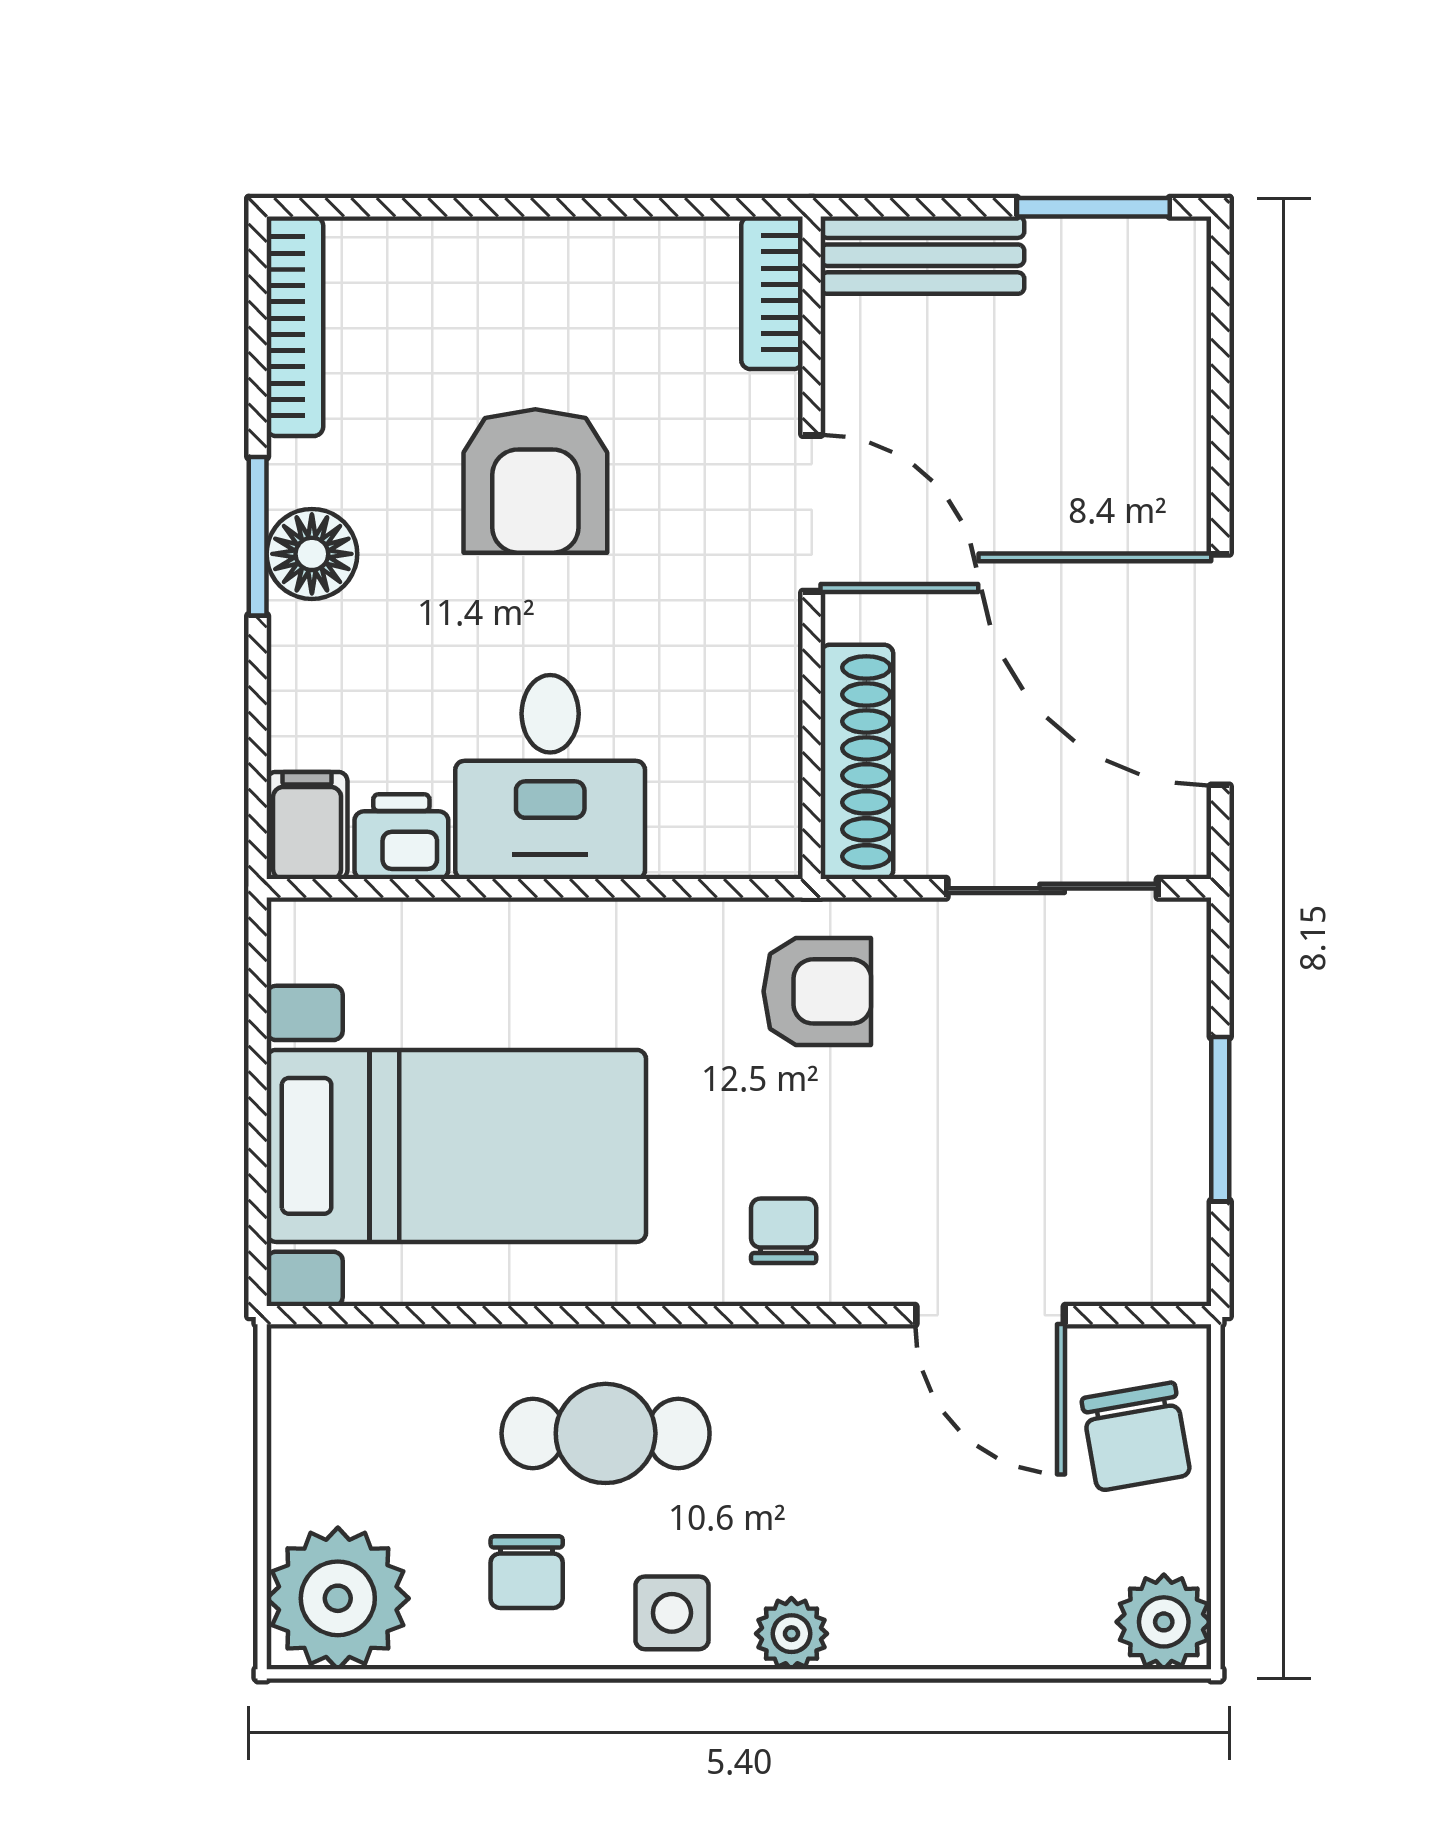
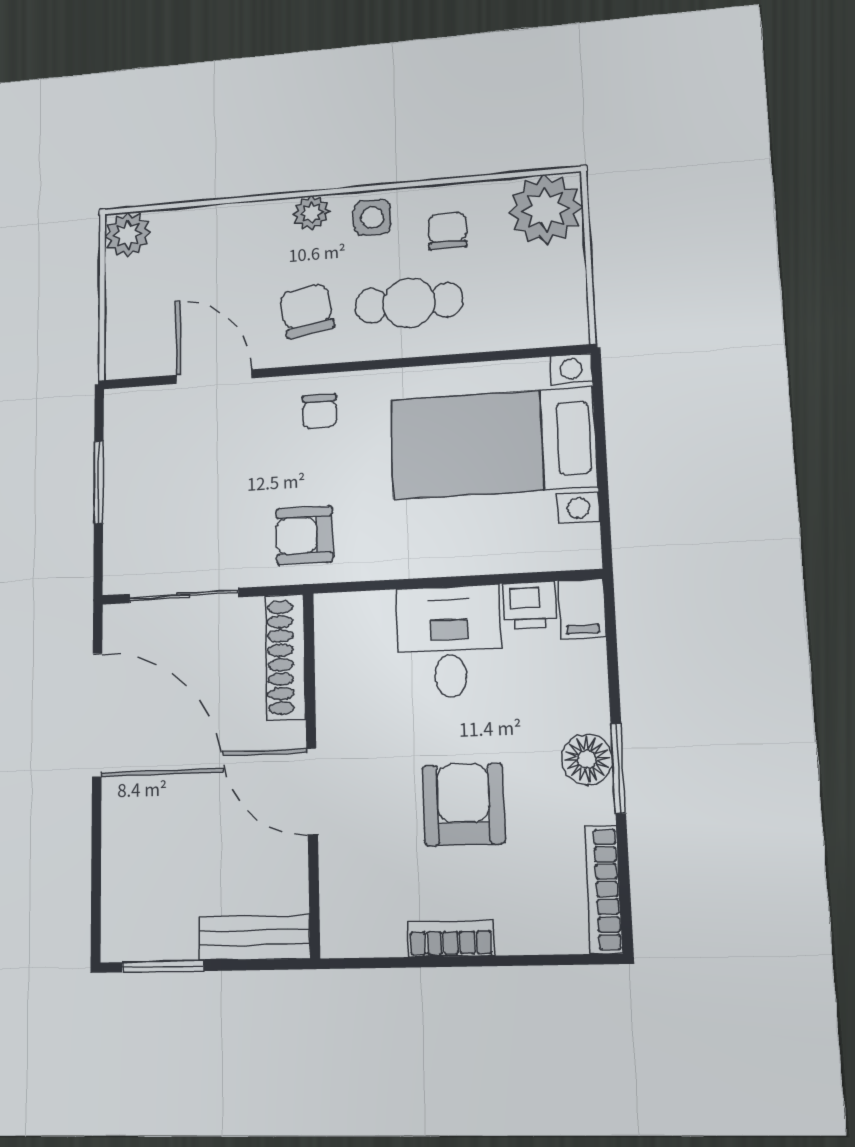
bookcase: (772, 293) -> (451, 939), moved, turned -90
chair: (1136, 1437) -> (307, 311), moved

